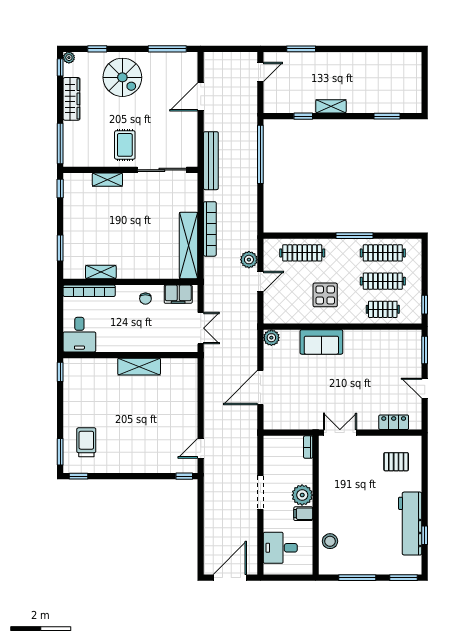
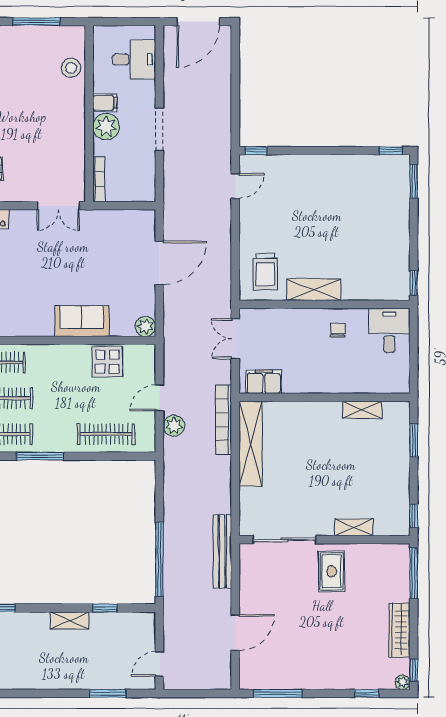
spiral stairs: (122, 77) -> (335, 657), removed
bookcase: (210, 229) -> (224, 420), moved
bookcase: (89, 291) -> (377, 386), removed
display table: (325, 295) -> (107, 362), moved
chair: (145, 299) -> (338, 330), moved
trolley: (86, 442) -> (265, 272), moved
bookcase: (308, 447) -> (99, 179), width x1.56

